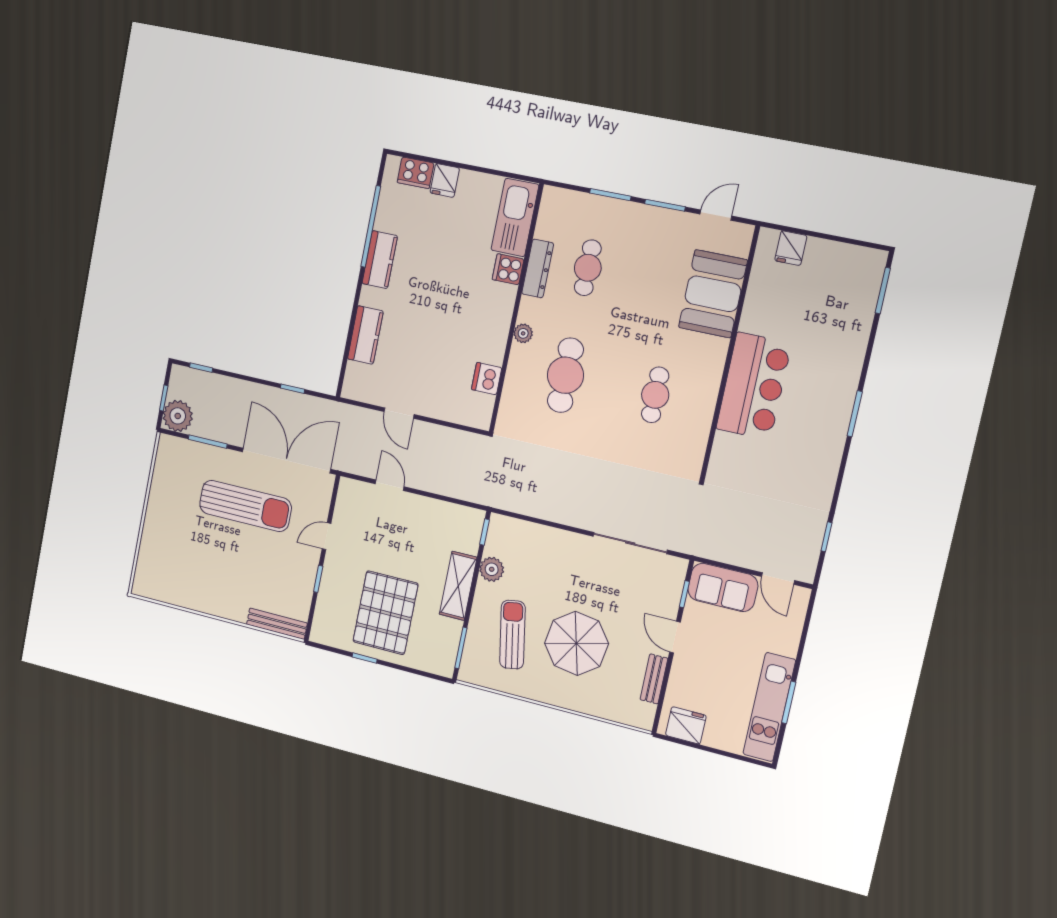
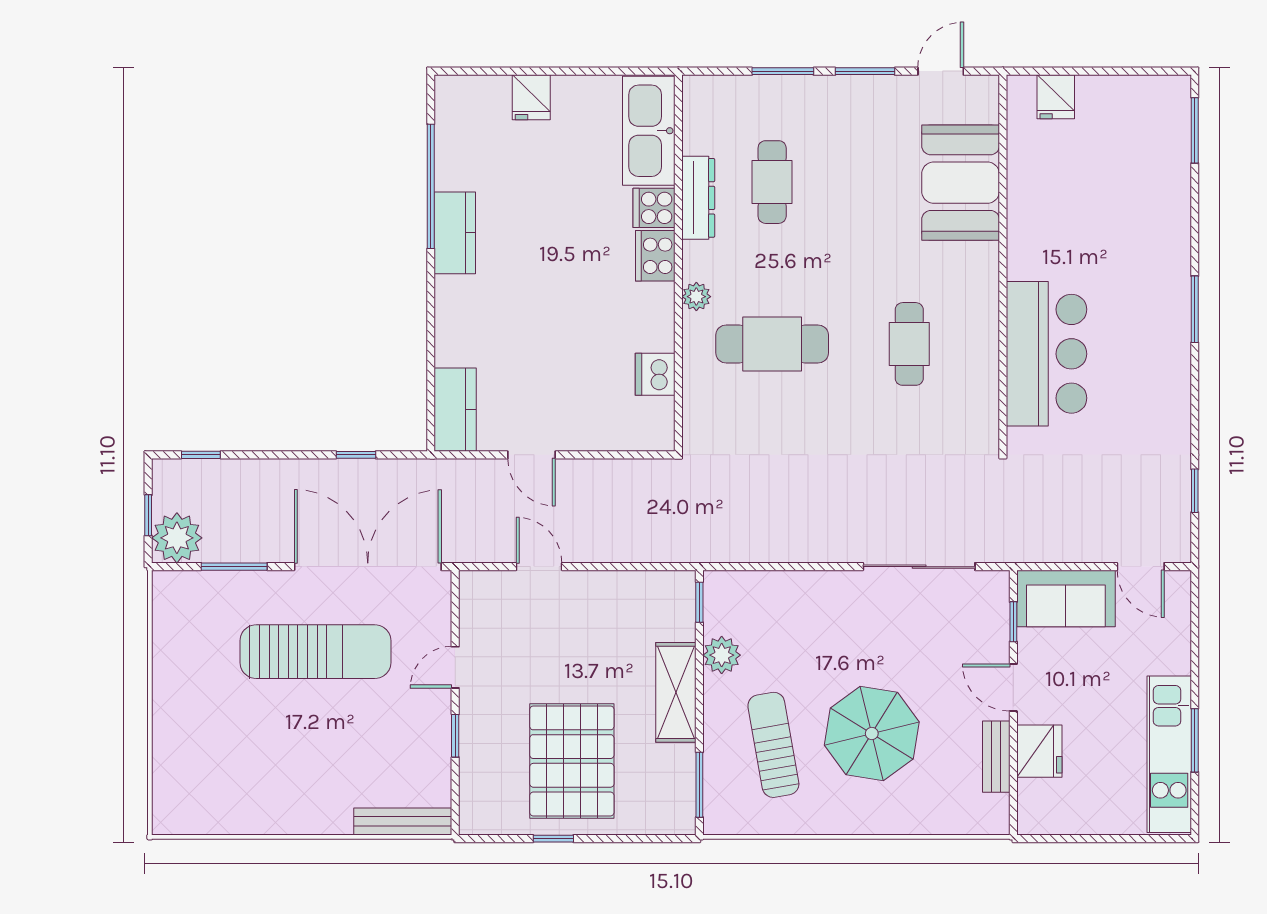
cooker: (416, 173) -> (655, 256), moved, turned 90
kitchen counter: (365, 335) -> (455, 410), moved
cafe table: (565, 375) -> (772, 344), turned 90
bar counter: (754, 386) -> (1047, 354), moved
fridge: (686, 725) -> (1039, 751), moved, turned 90

